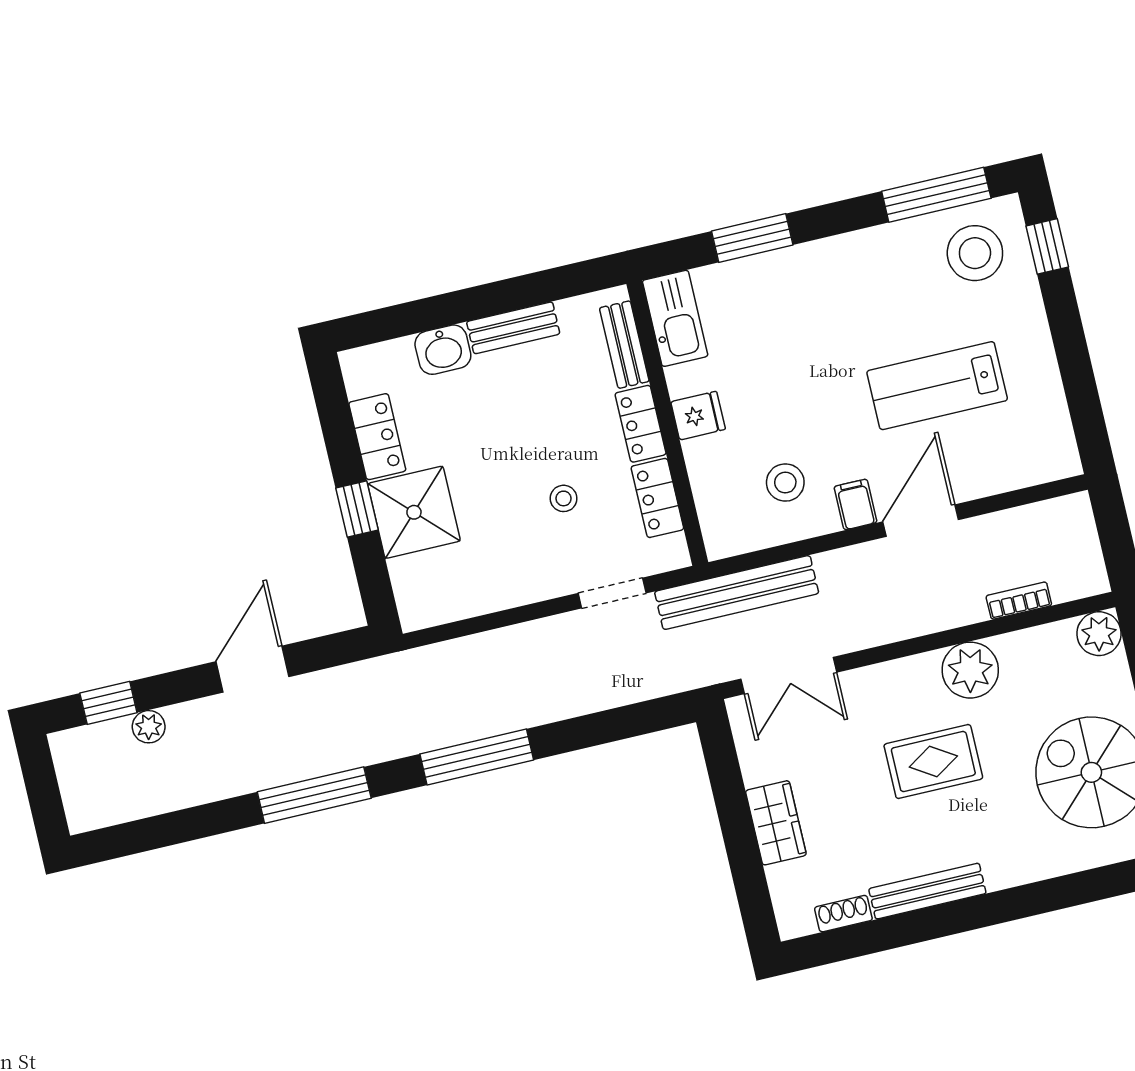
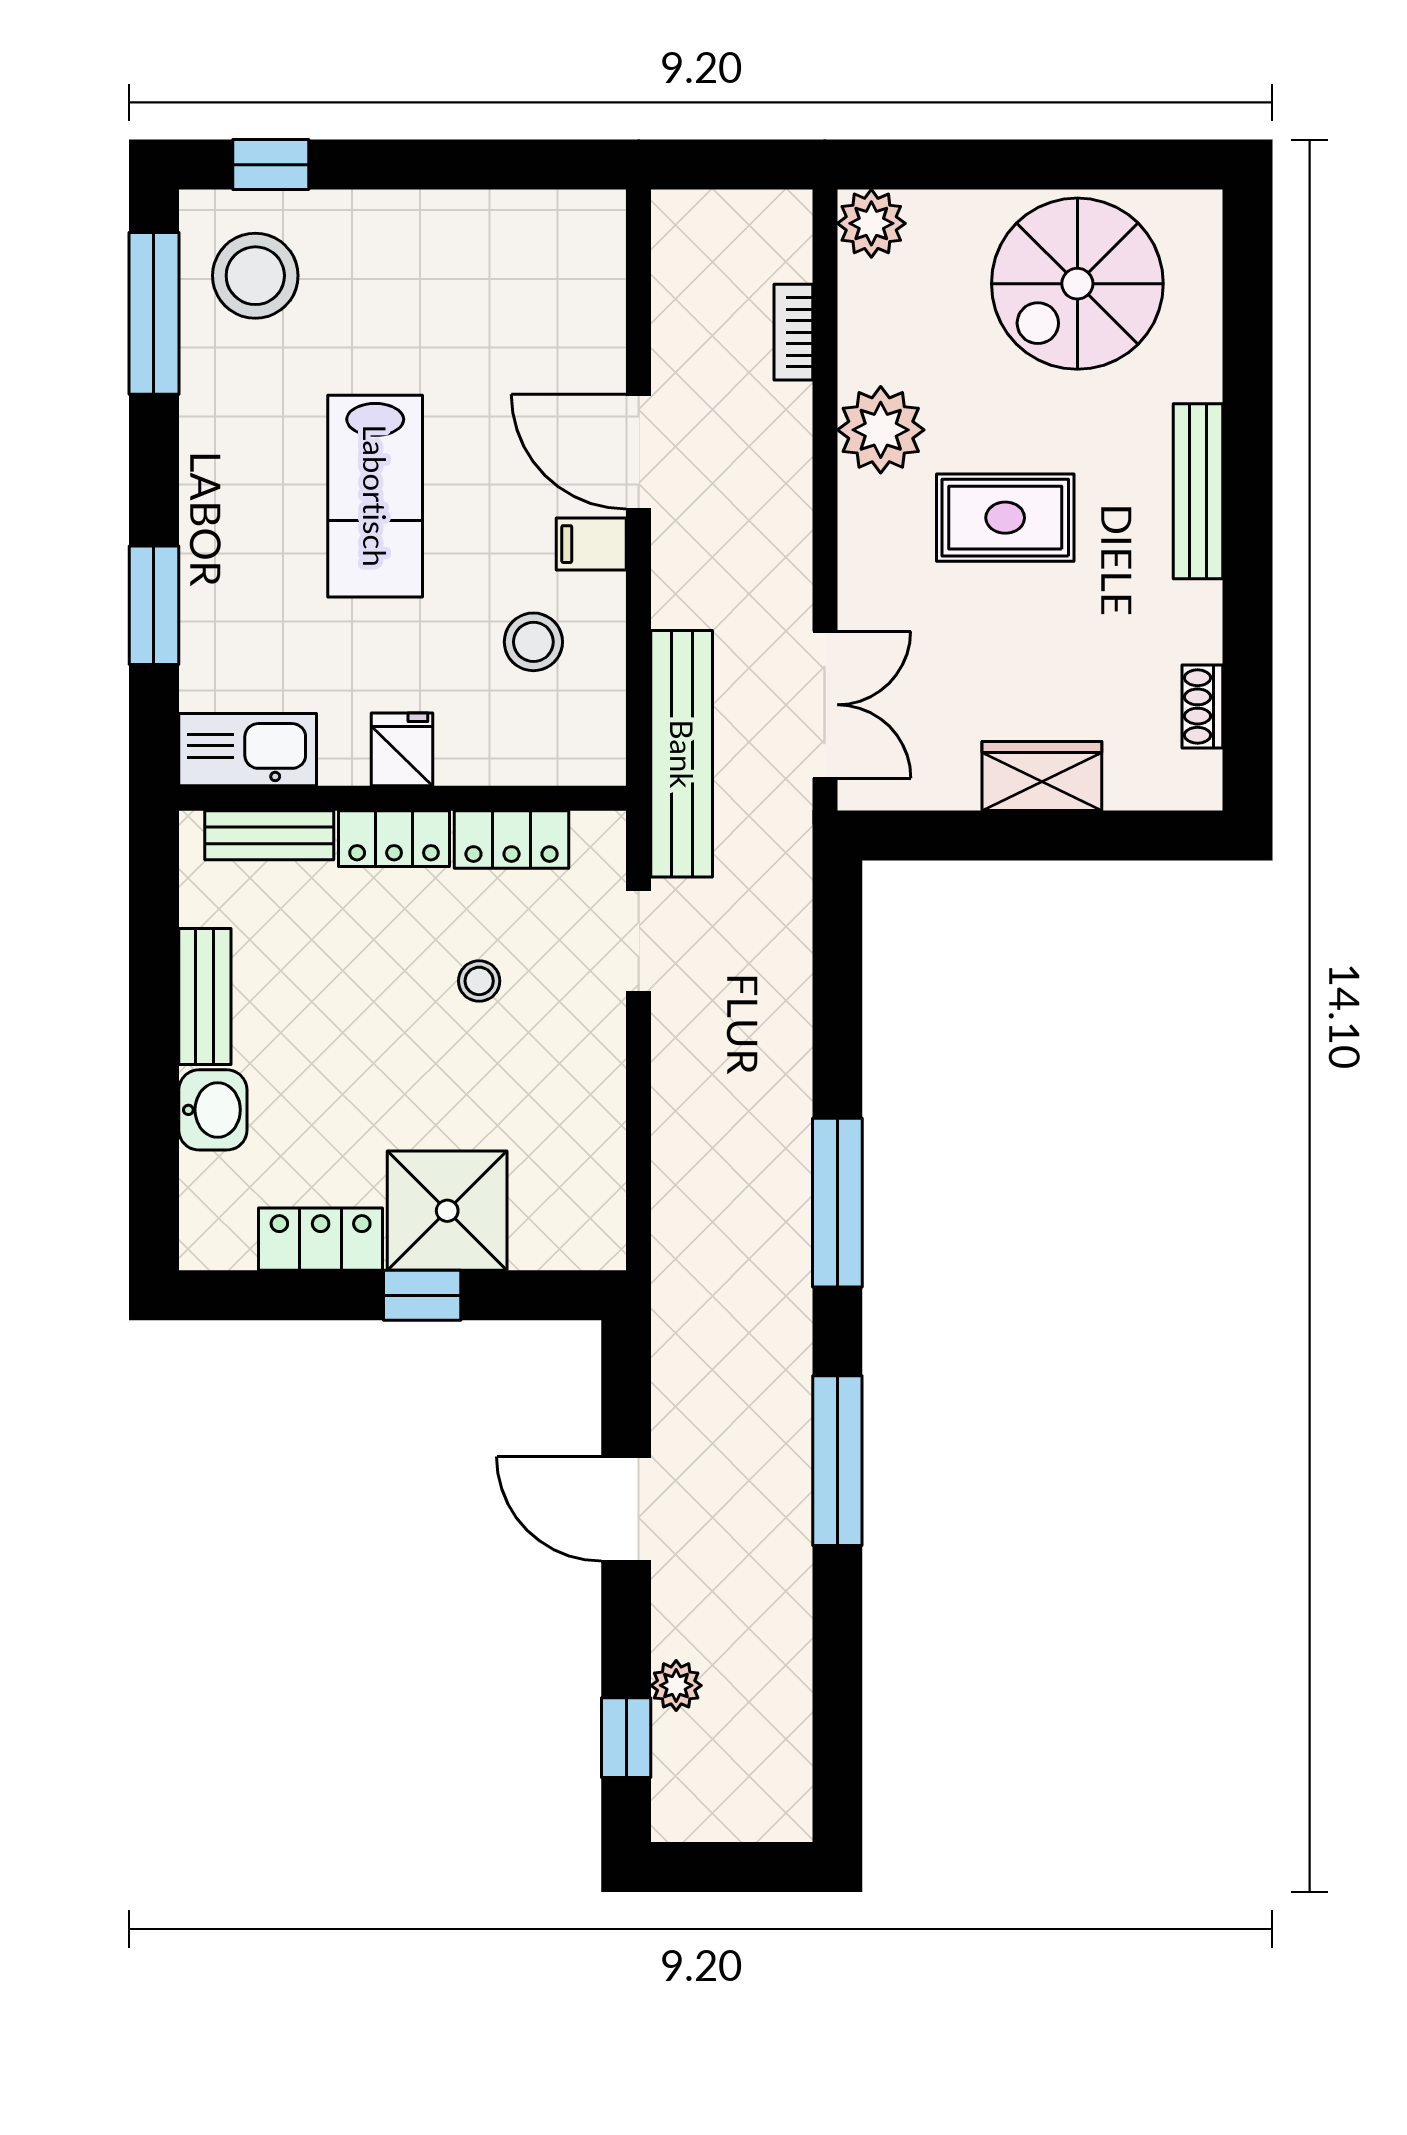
lab bench: (937, 386) -> (375, 496), moved
rug: (933, 762) -> (1005, 518), turned 90
bench: (927, 891) -> (1198, 491), moved

